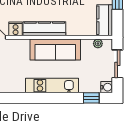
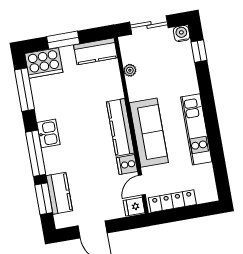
plant: (98, 44) -> (130, 70), moved
sofa: (55, 49) -> (149, 133), moved
kitchen unit: (52, 86) -> (196, 129), moved

